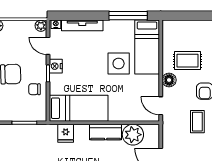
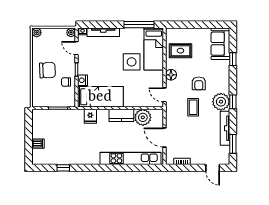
rug: (187, 61) -> (180, 51), moved
nightstand: (56, 66) -> (83, 80), moved

